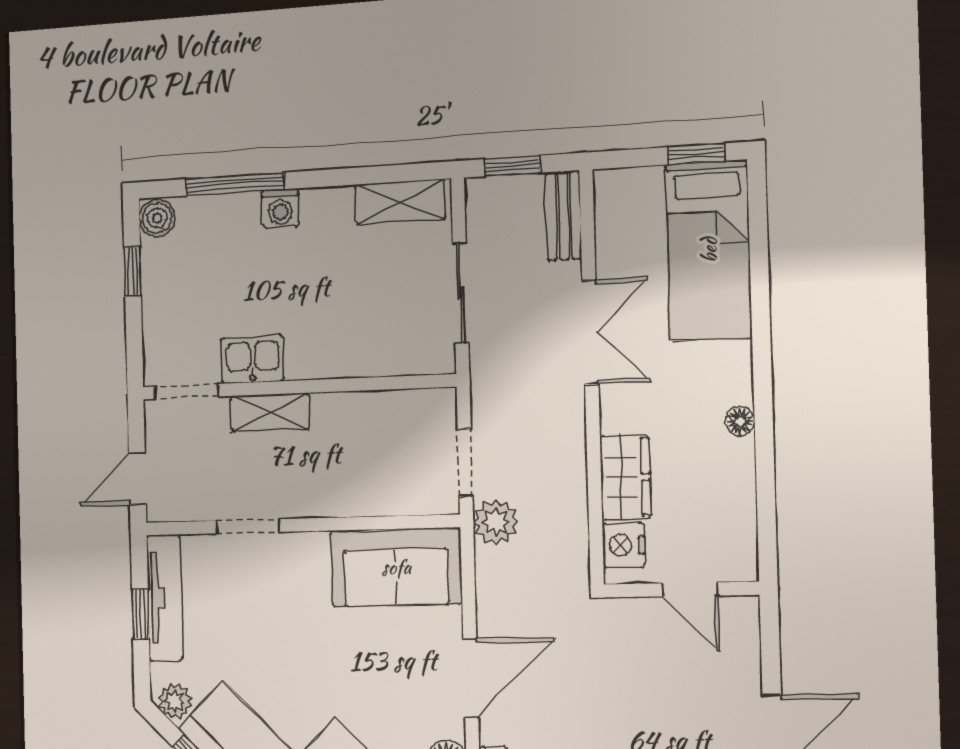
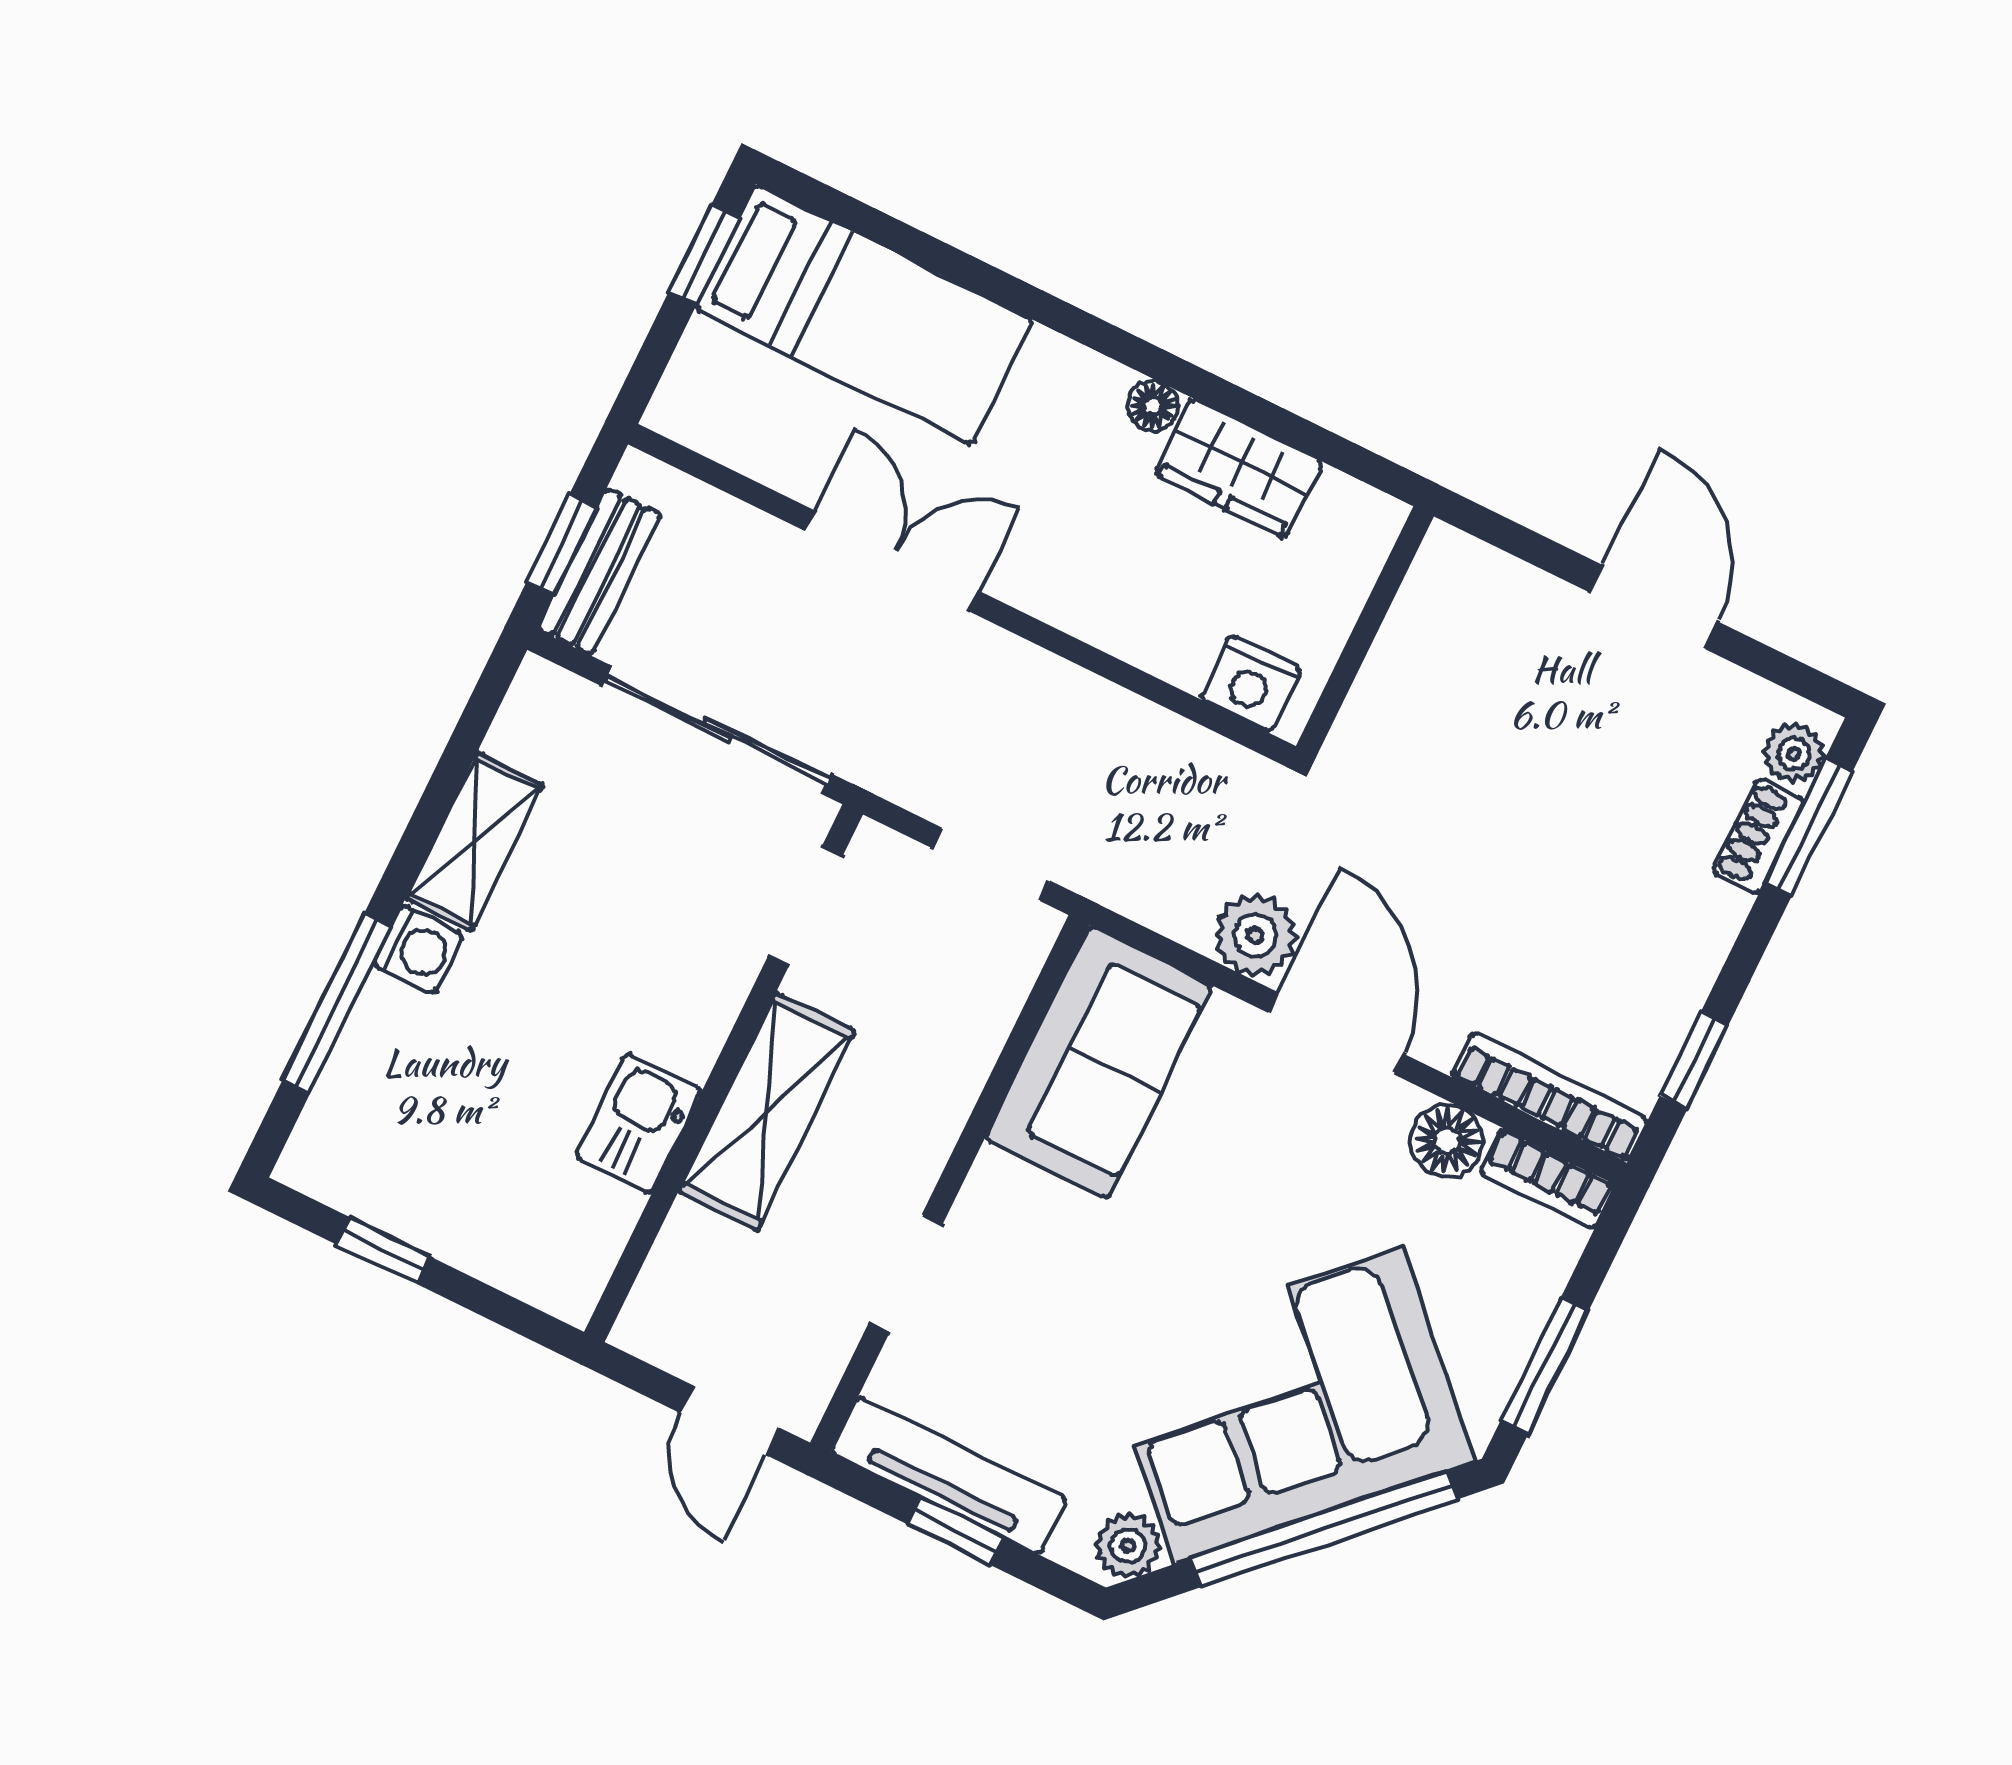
shelving: (400, 202) -> (474, 841), moved
bench: (563, 216) -> (599, 572), moved, turned 90
boiler: (157, 218) -> (318, 1163), removed
sliding door: (461, 293) -> (718, 730), width x1.37
doorway: (187, 391) -> (805, 906), moved
shelving: (270, 412) -> (767, 1111), width x1.50, depth x1.33
wardrobe: (625, 477) -> (1239, 468), moved, turned 180
plant: (496, 522) -> (1255, 935), moved
door: (690, 589) -> (1371, 618), removed

